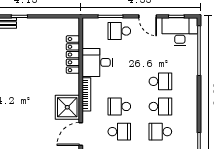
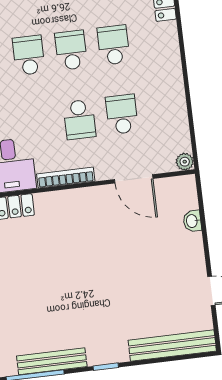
shower: (67, 107) -> (91, 207), removed
school desk: (160, 132) -> (114, 45), turned 180

